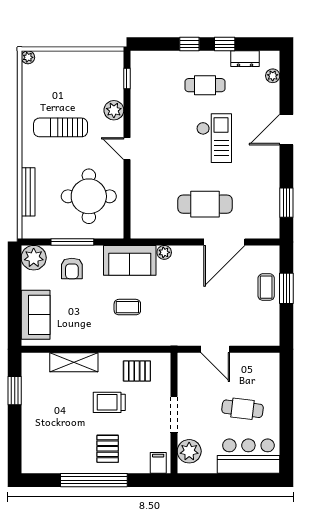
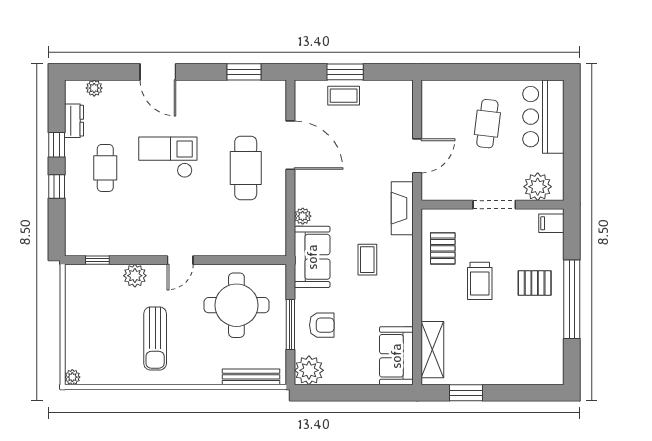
bench: (28, 192) -> (251, 377), moved
sofa: (36, 315) -> (396, 356), moved, turned -90
fireplace: (171, 337) -> (402, 208), added
shelving: (74, 362) -> (432, 350), moved

